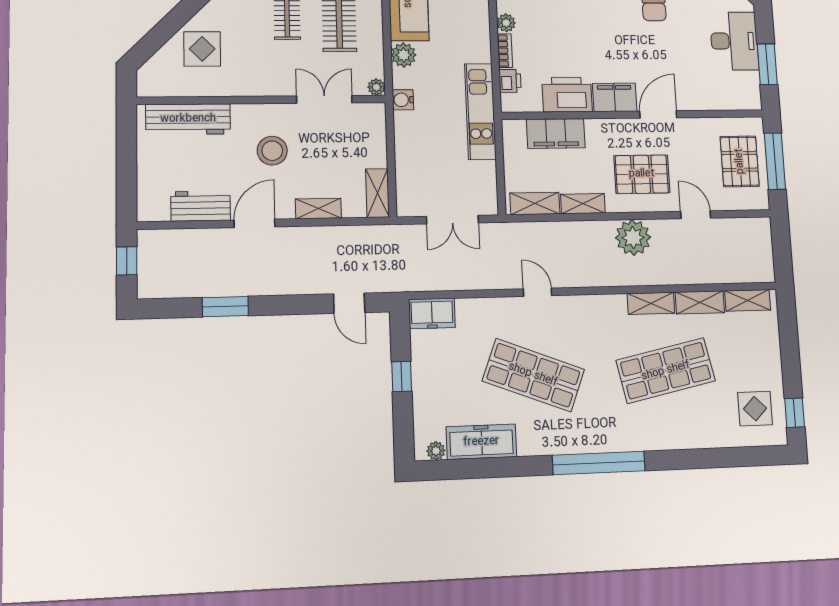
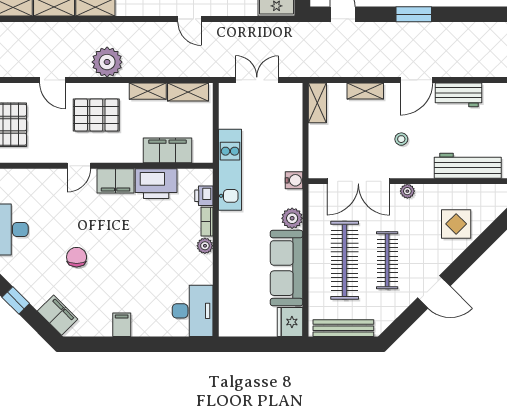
plant: (376, 87) -> (407, 191), moved
double door: (324, 99) -> (358, 181), width x1.37
door: (658, 114) -> (79, 166), width x0.73
stool: (272, 151) -> (401, 139), width x0.53, depth x0.53
window: (225, 307) -> (414, 14), moved

